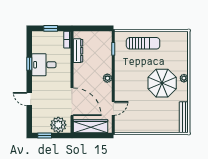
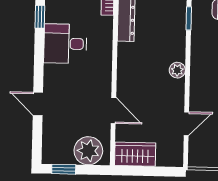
window: (29, 64) -> (40, 17), moved
door: (72, 102) -> (113, 110), width x0.53
wardrobe: (90, 126) -> (135, 154), width x0.67

